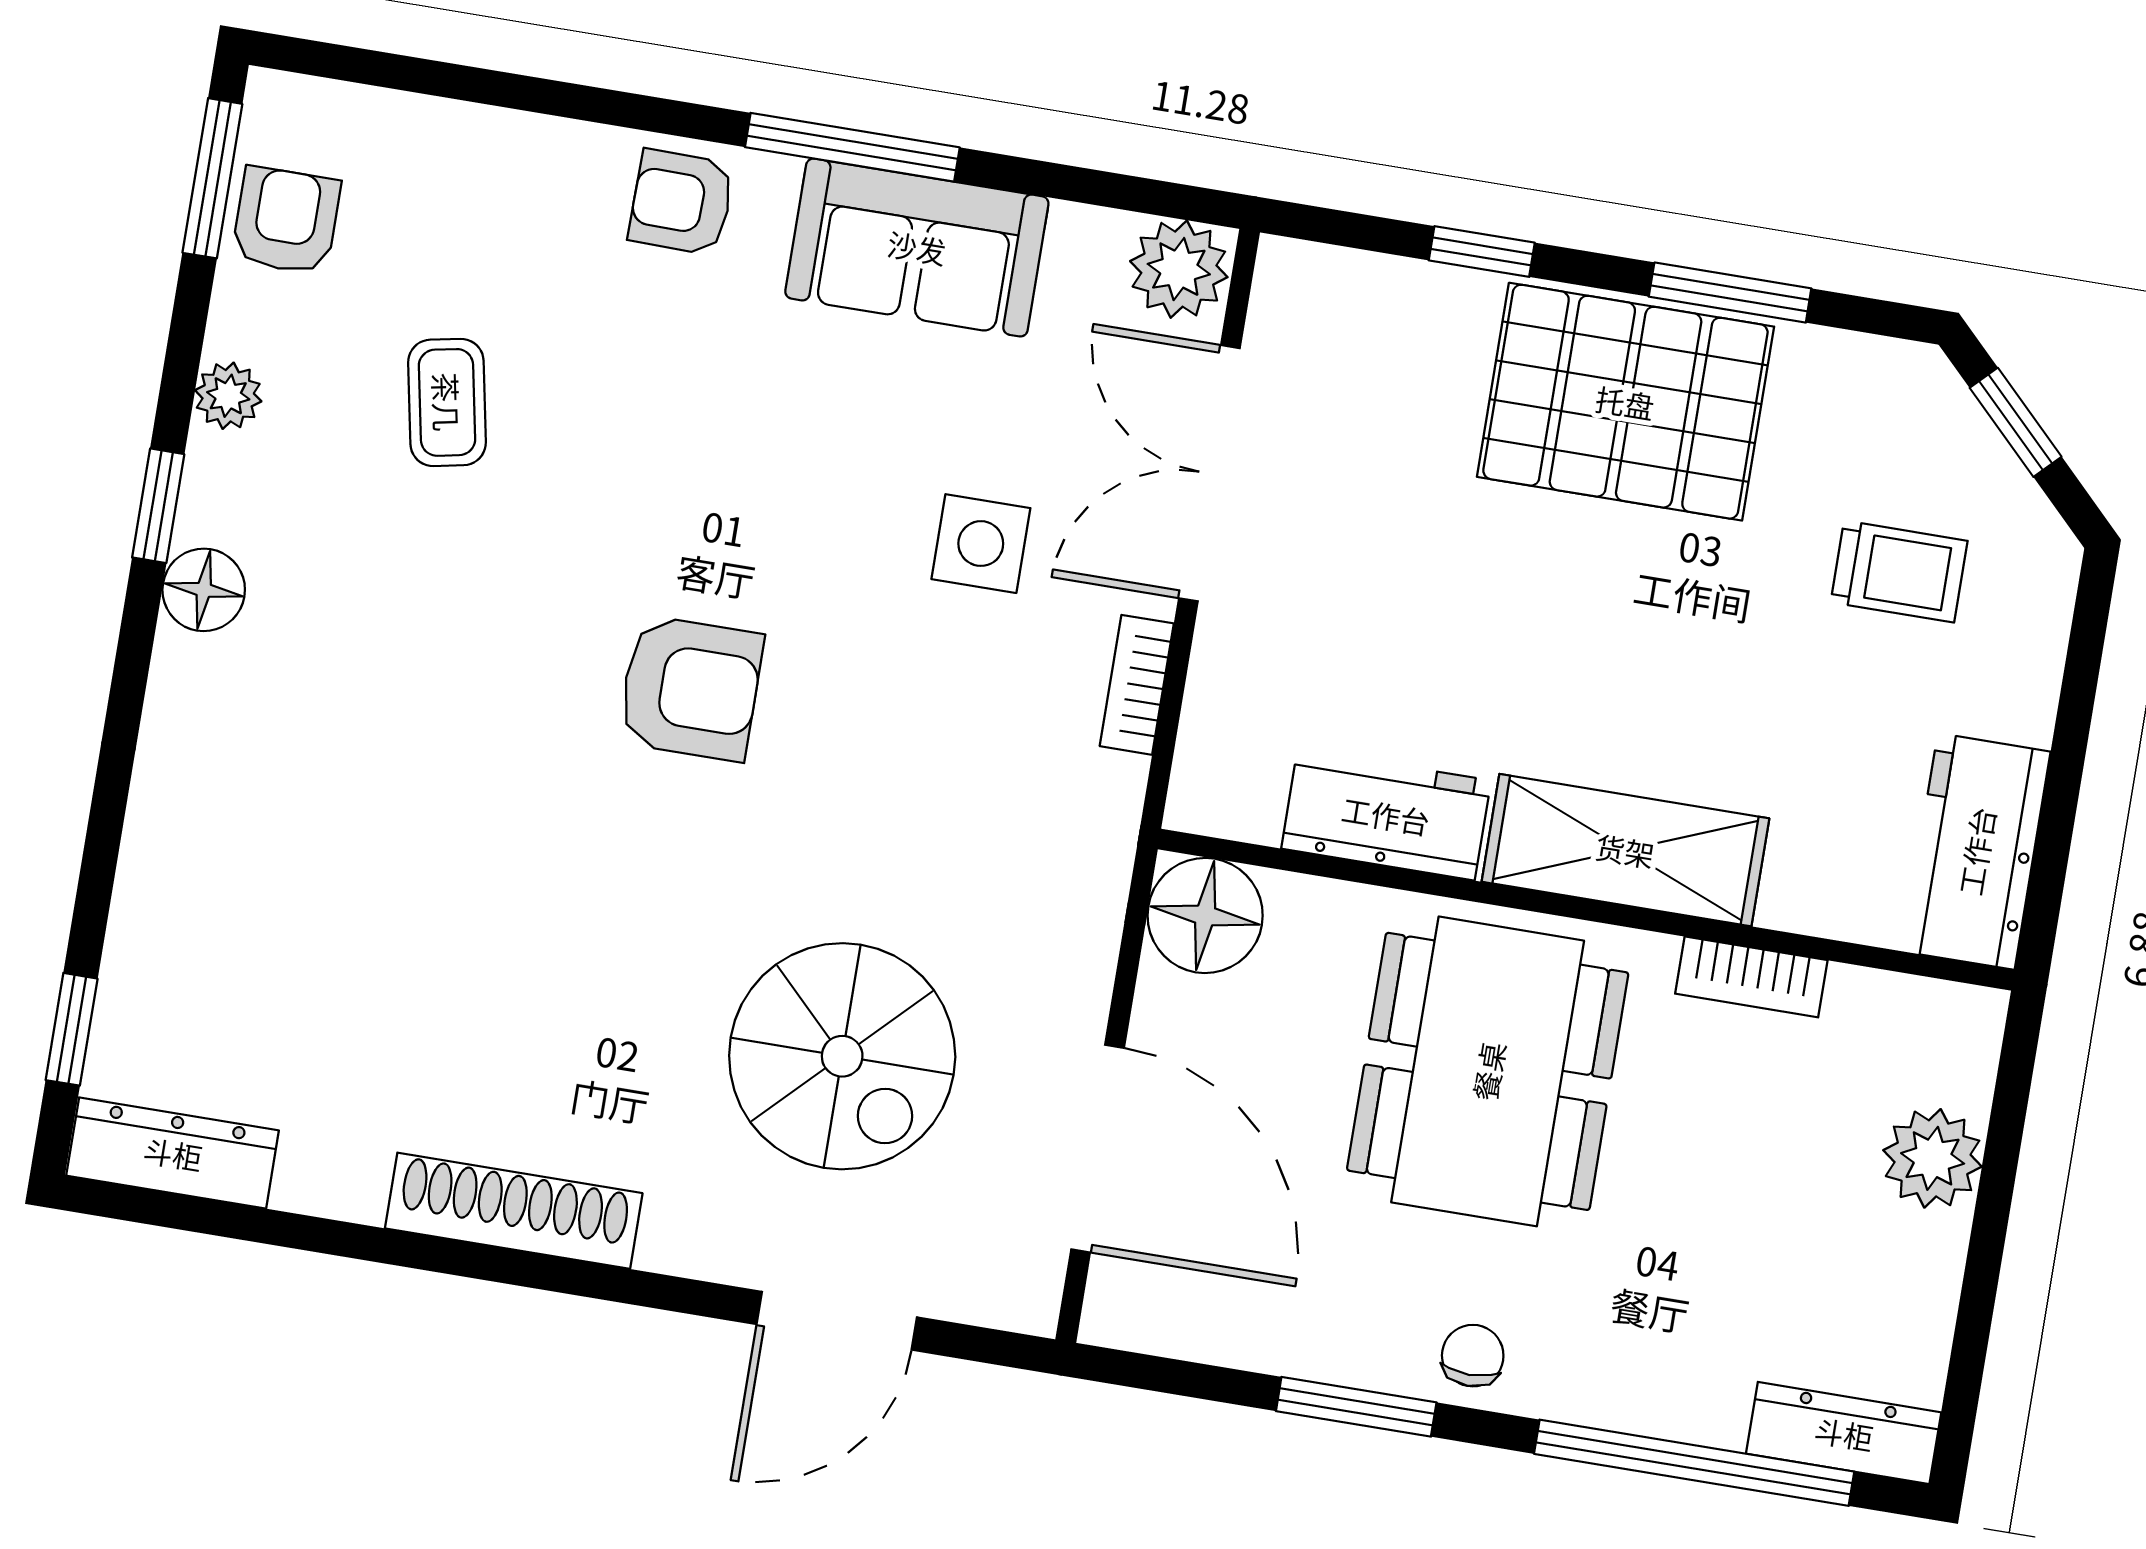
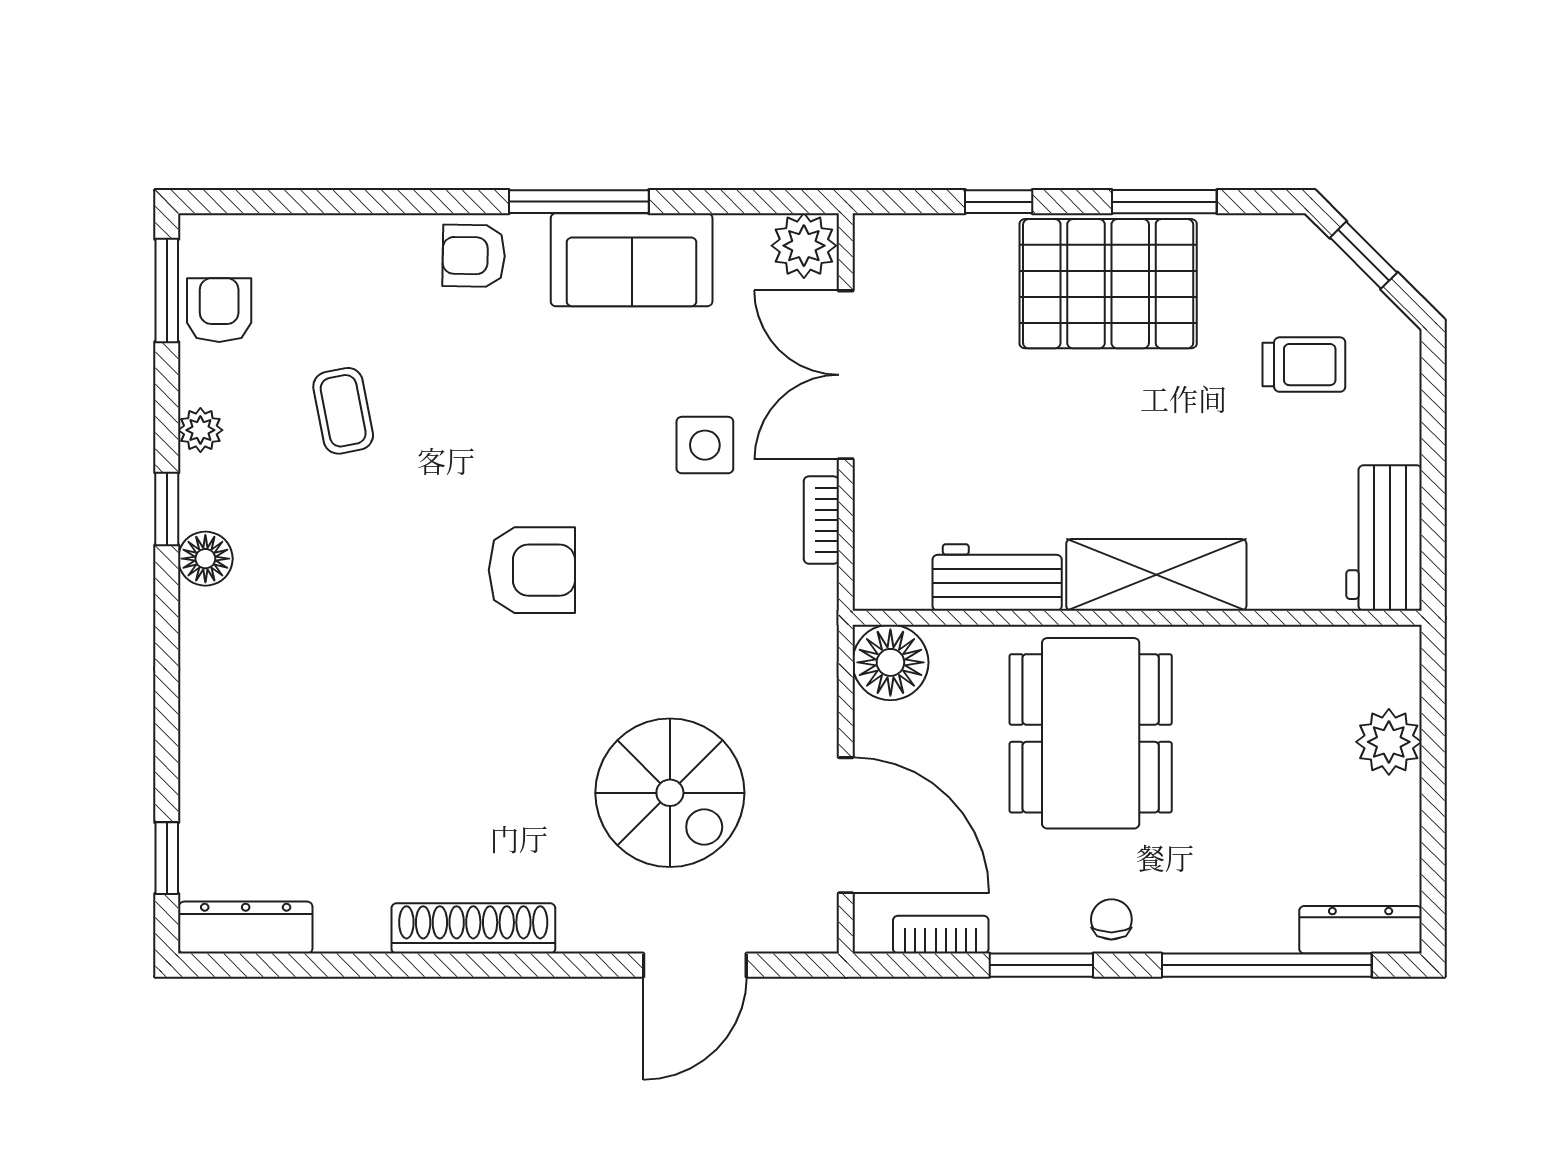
bookcase: (1751, 977) -> (941, 935), moved, turned 180

